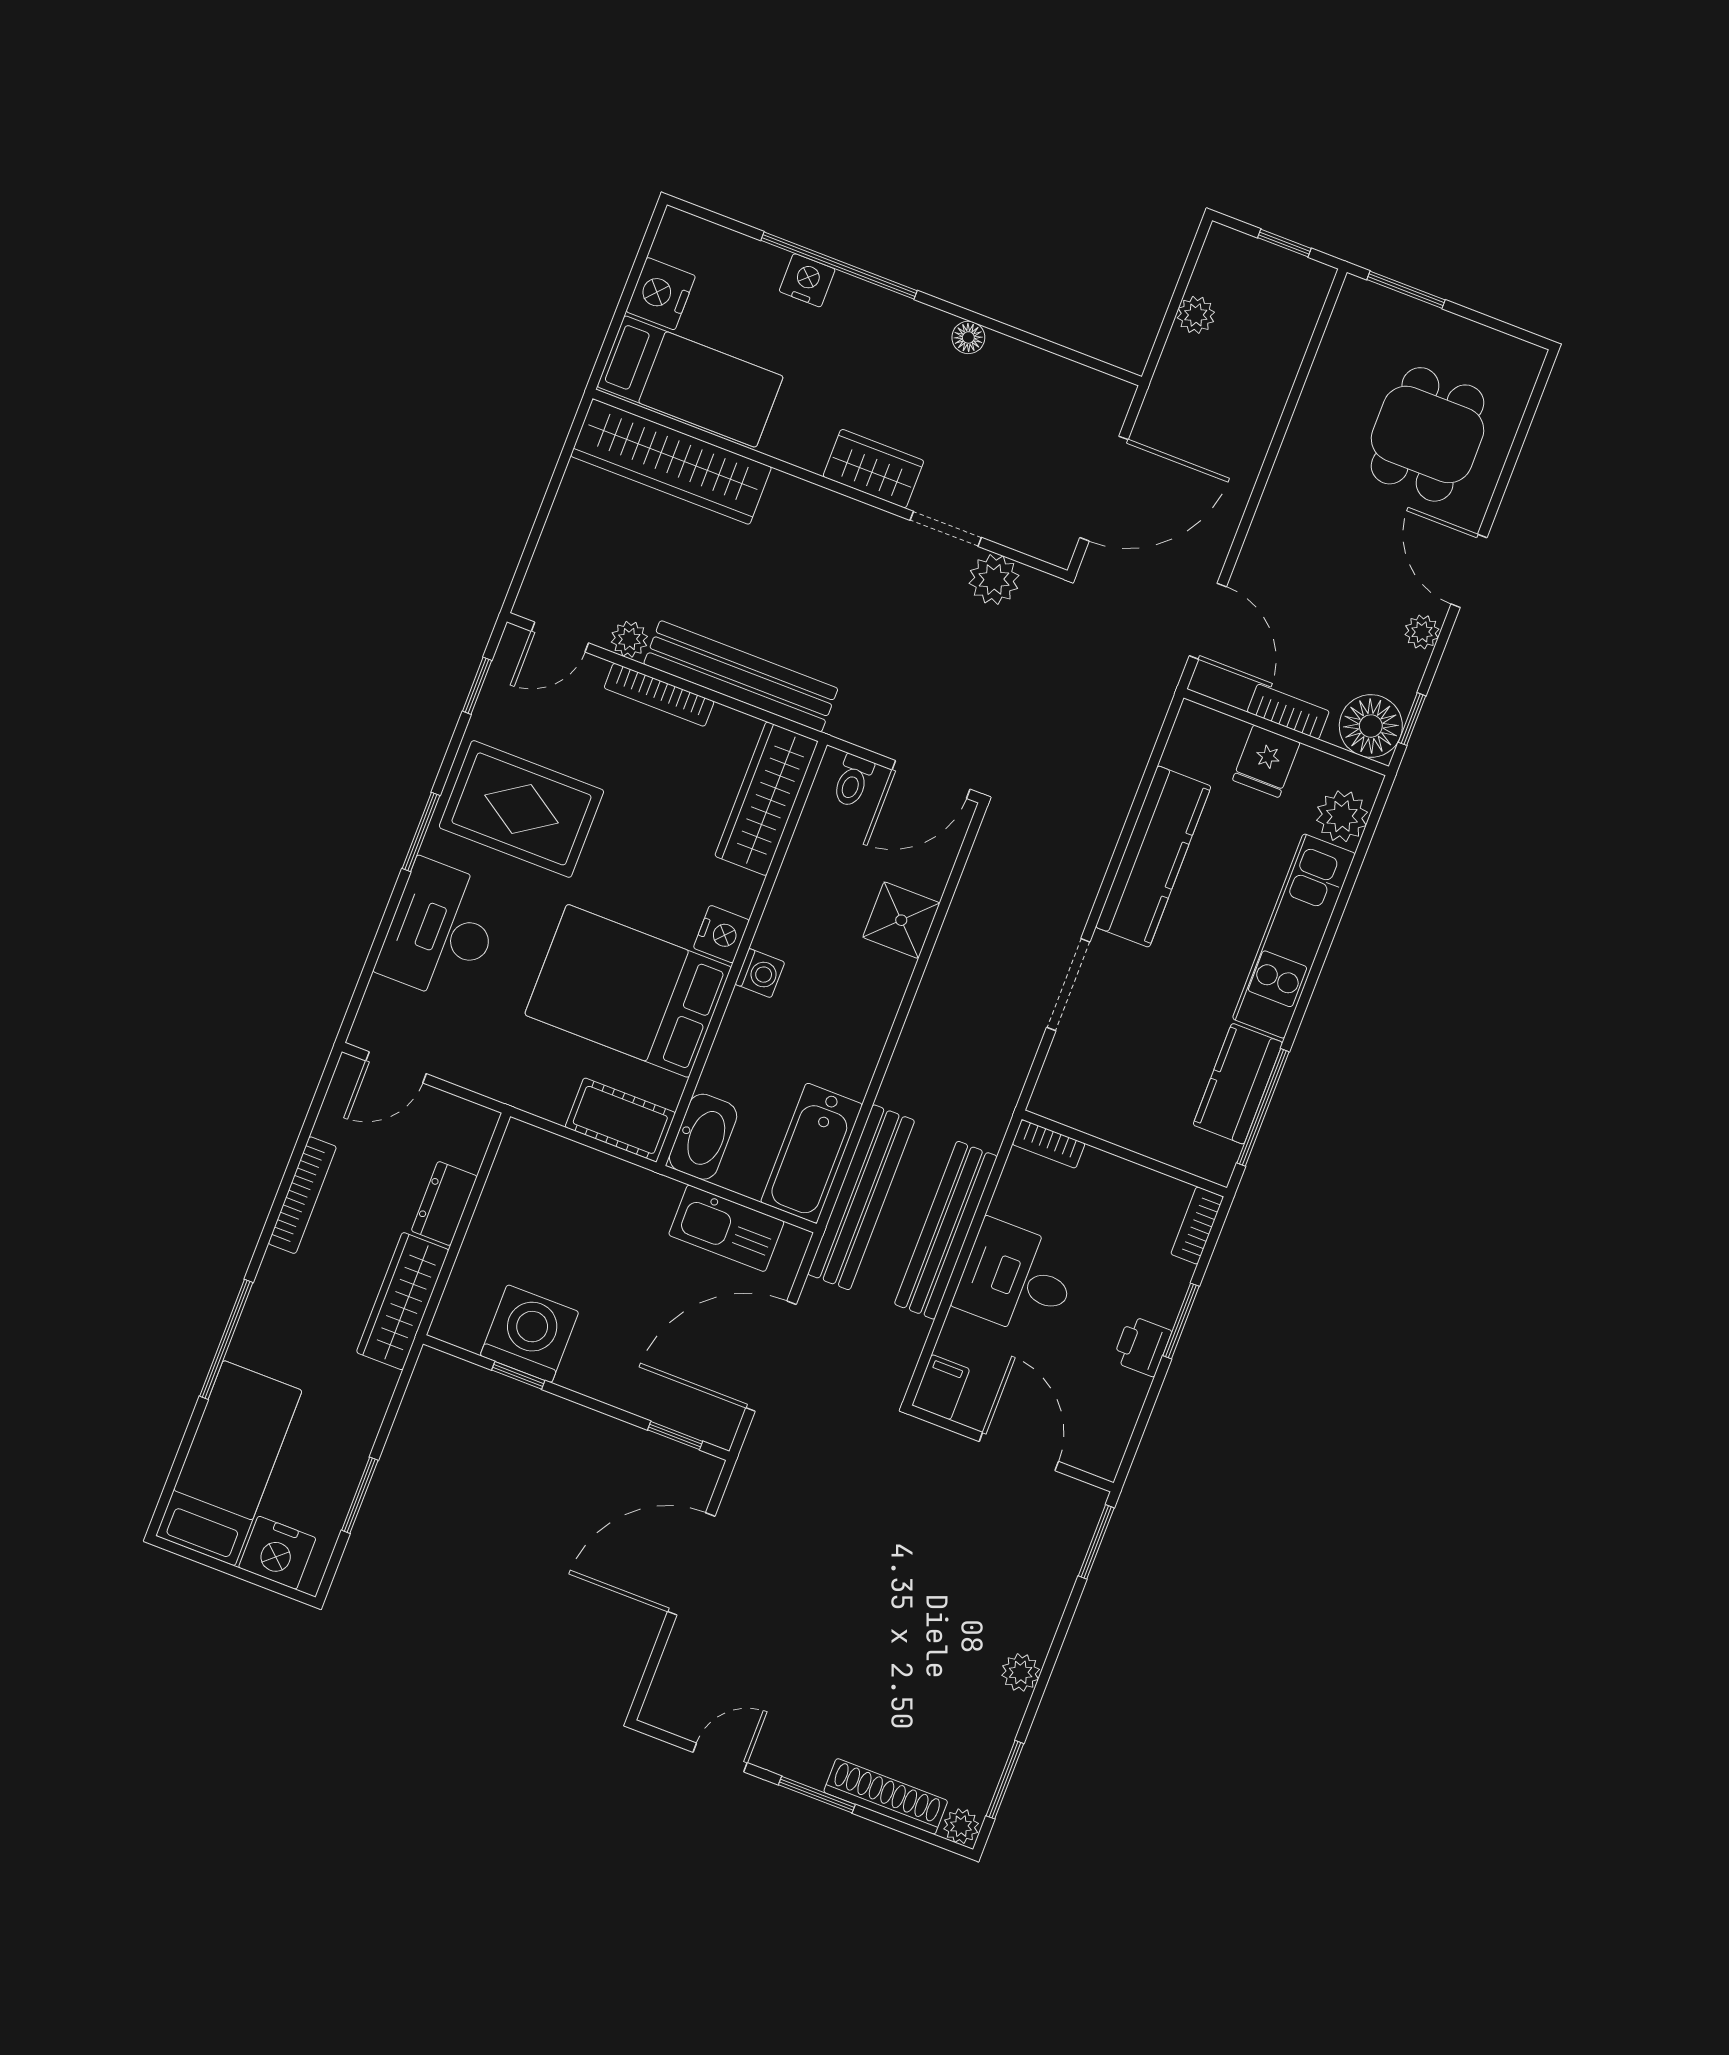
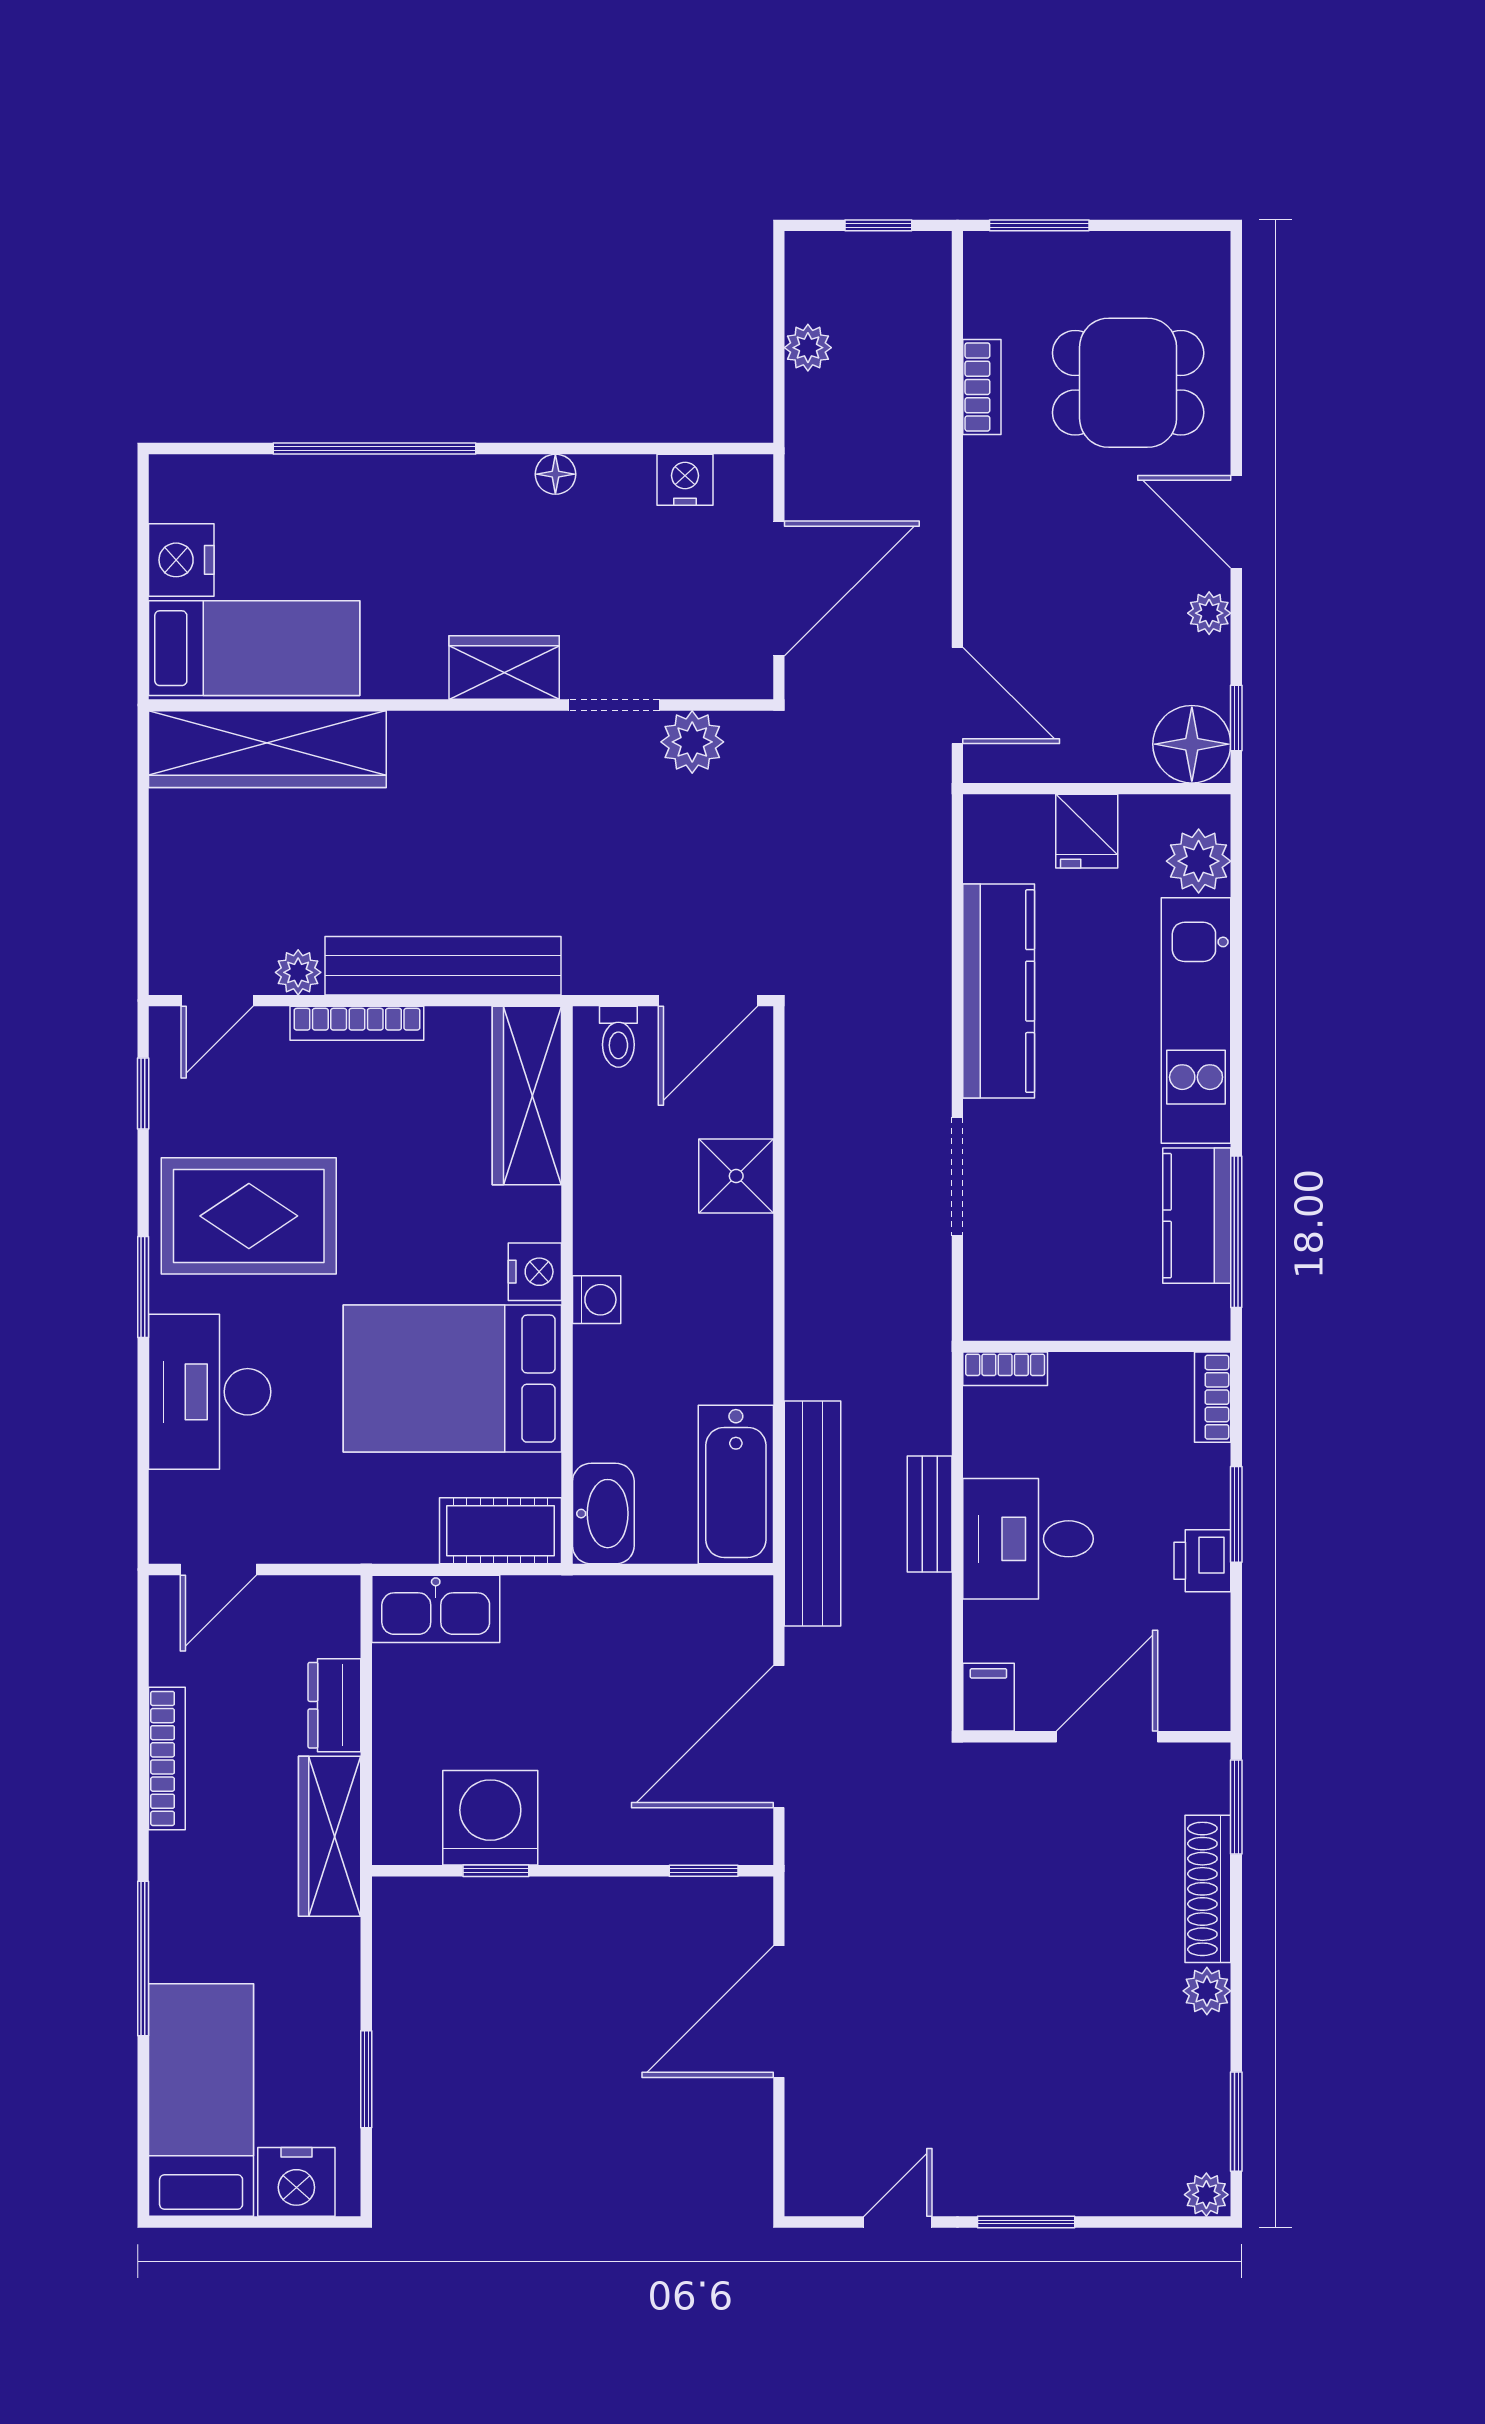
nightstand: (807, 280) -> (685, 480), moved
dining table: (1427, 434) -> (1128, 383), turned 90
bookcase: (1288, 712) -> (982, 387), moved, turned 90
kitchen sink: (726, 1228) -> (436, 1609), moved
bench: (946, 1230) -> (930, 1514), width x0.54, depth x0.82
door: (1019, 1451) -> (1107, 1737), hinge flipped
shoe rack: (886, 1796) -> (1208, 1889), moved, turned -90

